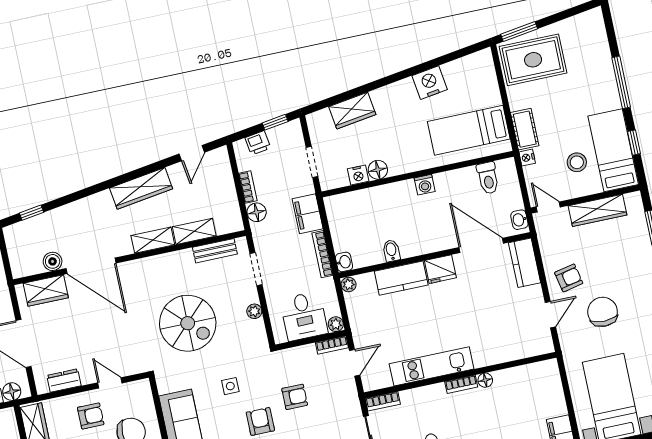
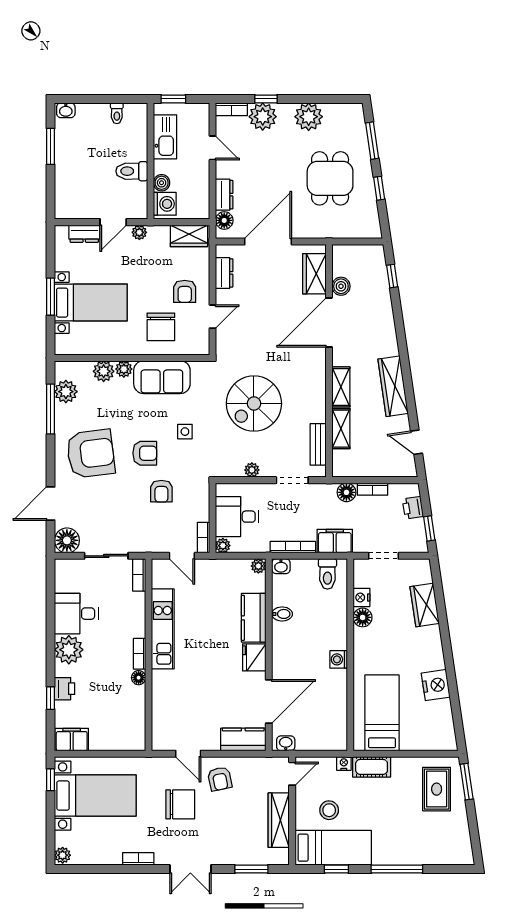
rug: (533, 60) -> (437, 789), width x0.73, depth x0.70
toilet: (488, 178) -> (327, 574), moved, turned -90

